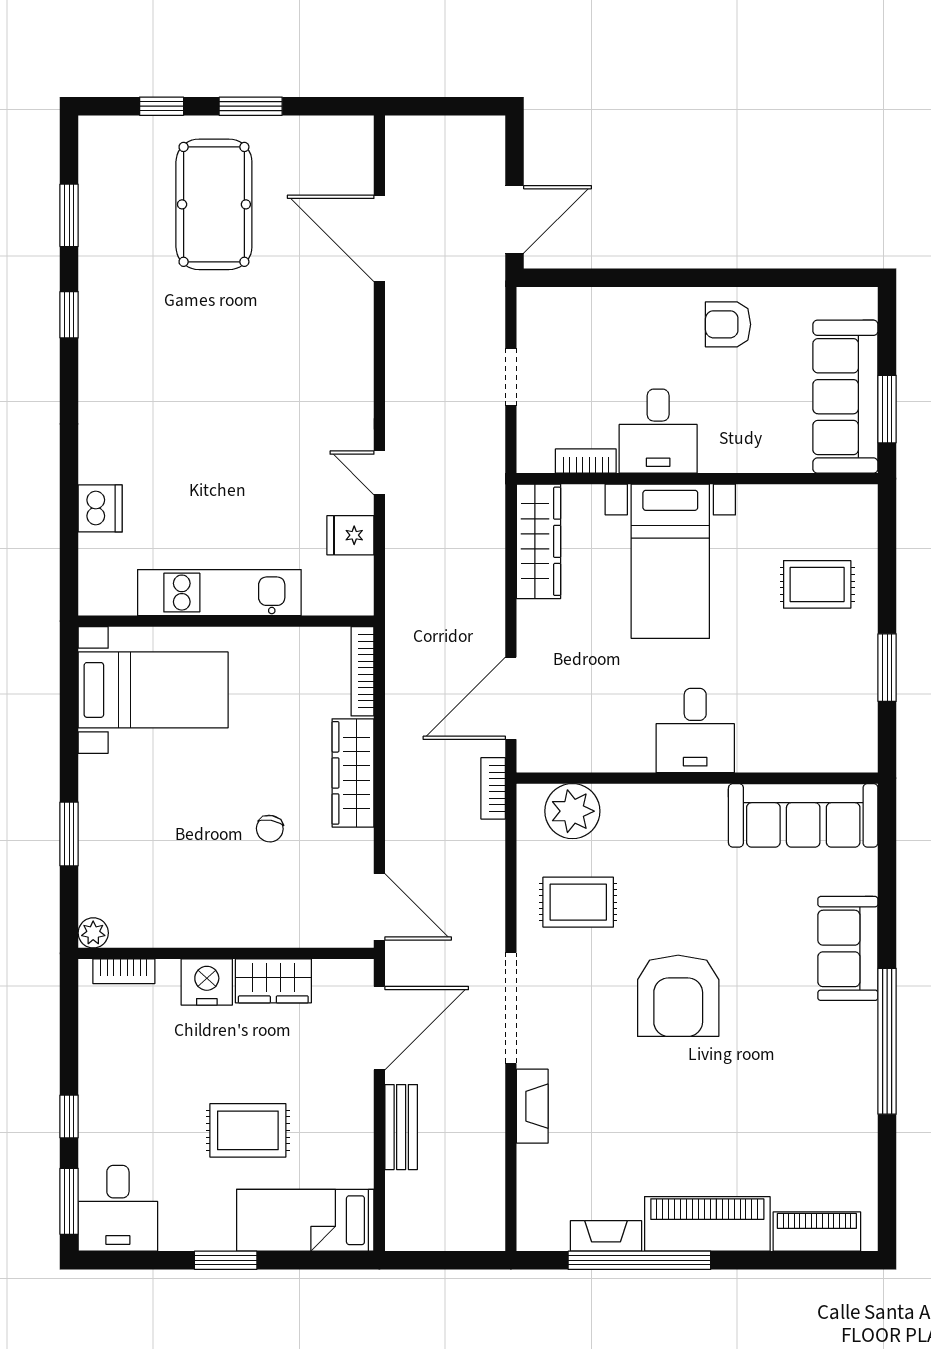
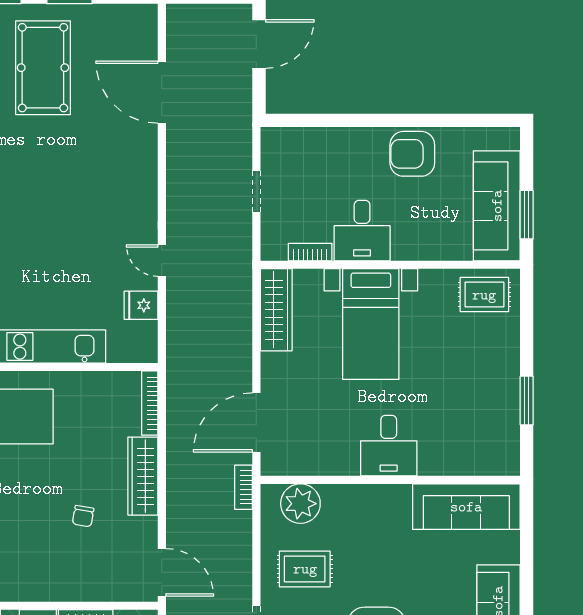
door: (515, 219) -> (259, 44), moved
armchair: (728, 324) -> (412, 154), width x1.38, depth x1.38
rug: (817, 584) -> (484, 295), moved

